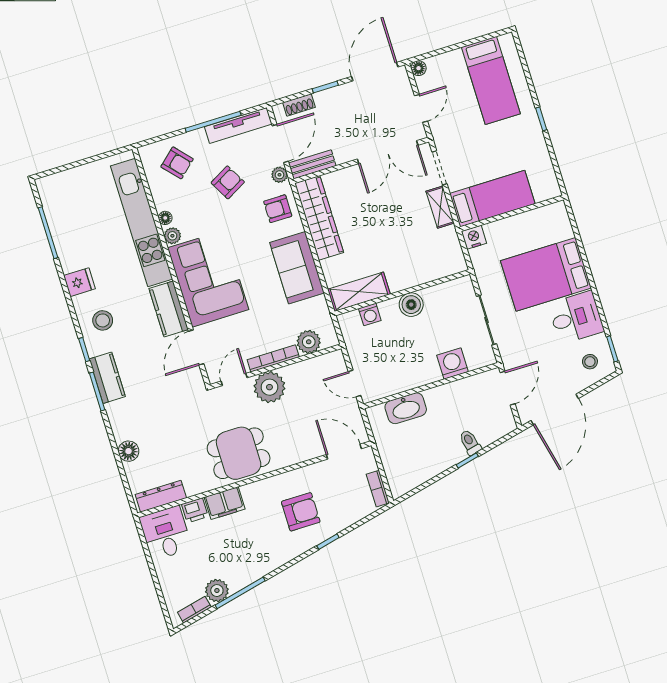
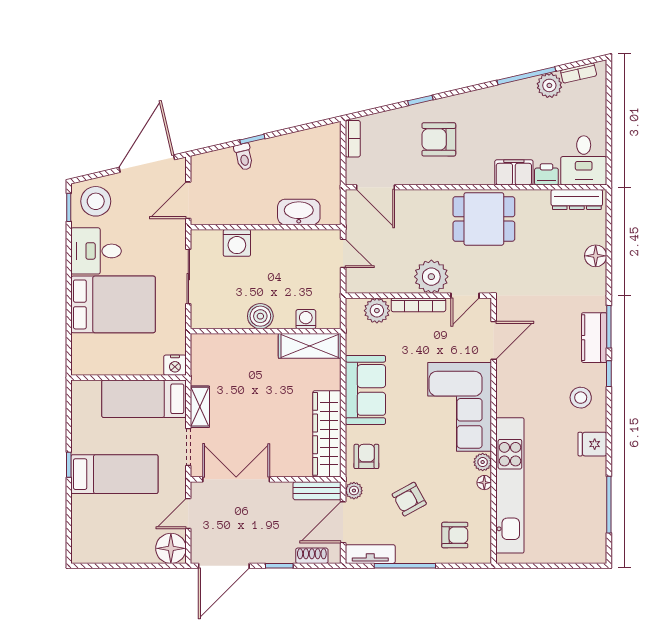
floor lamp: (419, 68) -> (171, 548), width x1.89, depth x1.89
bed: (491, 80) -> (114, 474), moved, turned 90
tv unit: (238, 125) -> (370, 554), width x0.71
armchair: (177, 163) -> (455, 535), turned 132
armchair: (278, 209) -> (366, 456), turned -90
kitchen counter: (169, 309) -> (510, 388), removed
stool: (590, 362) -> (96, 201), width x1.89, depth x1.89

